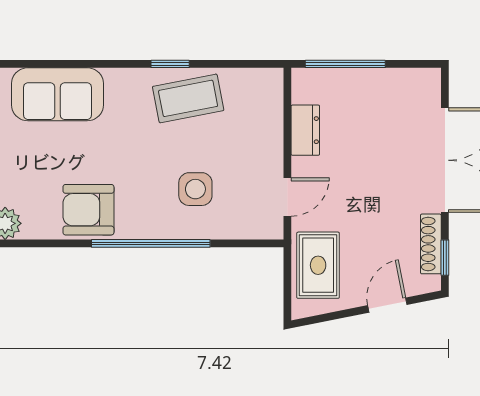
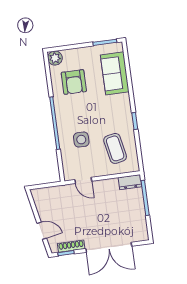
coffee table: (188, 98) -> (115, 148), moved
dresser: (305, 130) -> (130, 182), moved
armchair: (88, 210) -> (74, 82), moved, turned 180
rug: (318, 265) -> (55, 198), removed

